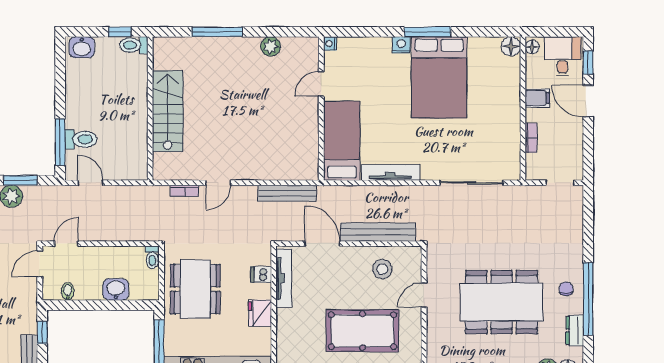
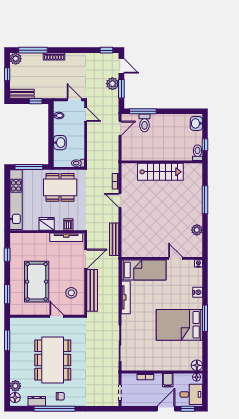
nightstand: (401, 45) -> (198, 292), moved

